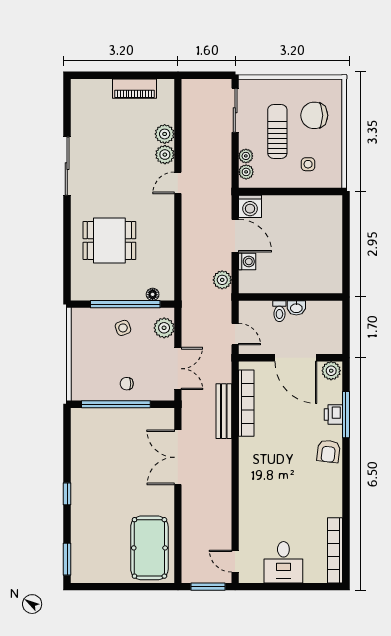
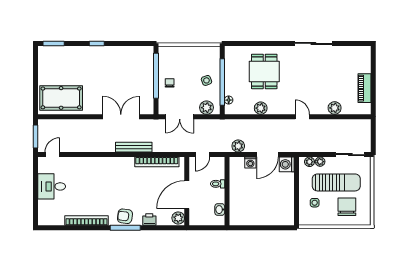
sun lounger: (277, 132) -> (336, 182), width x1.36, depth x1.34
plant: (165, 155) -> (261, 108), moved
washbasin: (296, 308) -> (220, 210), moved
bench: (224, 411) -> (134, 147), moved
window: (346, 415) -> (125, 228), moved
bookcase: (335, 550) -> (87, 220), moved

